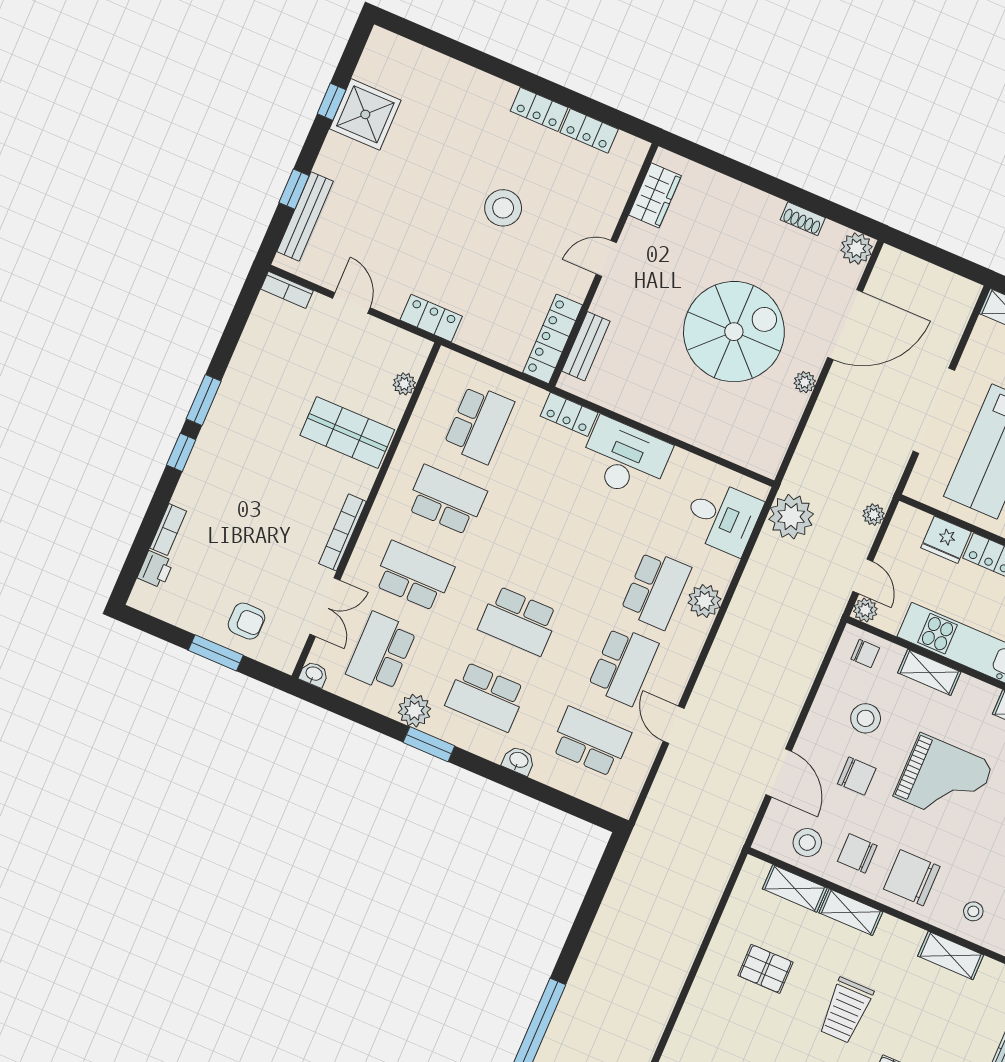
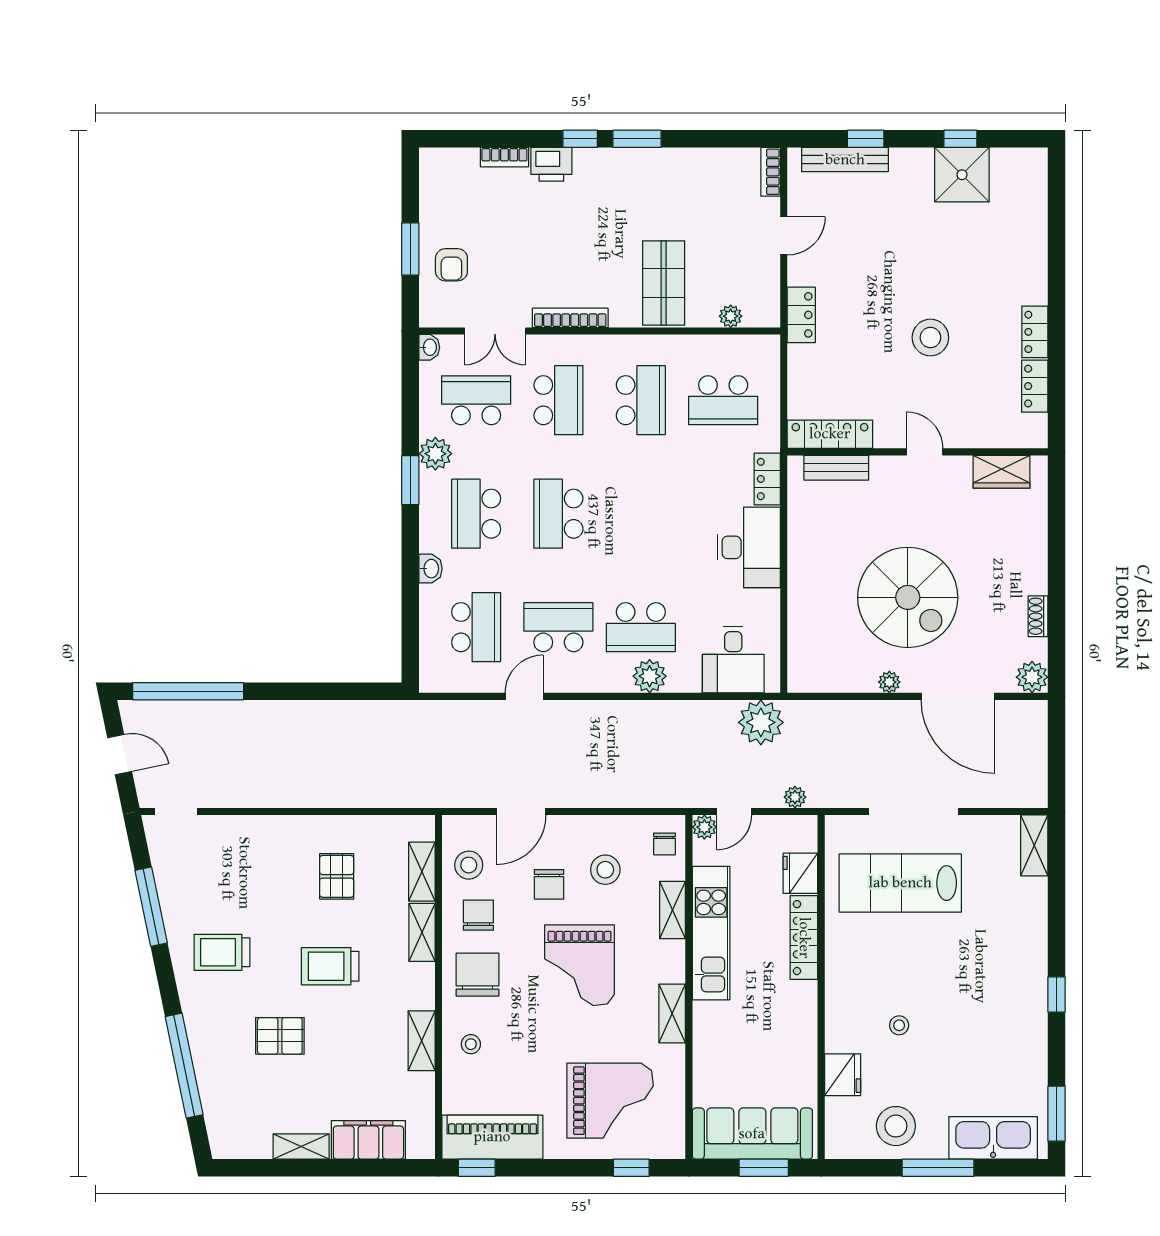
printer: (155, 569) -> (551, 164), moved, width x1.36, depth x1.24
school desk: (623, 666) -> (558, 627), turned 180

